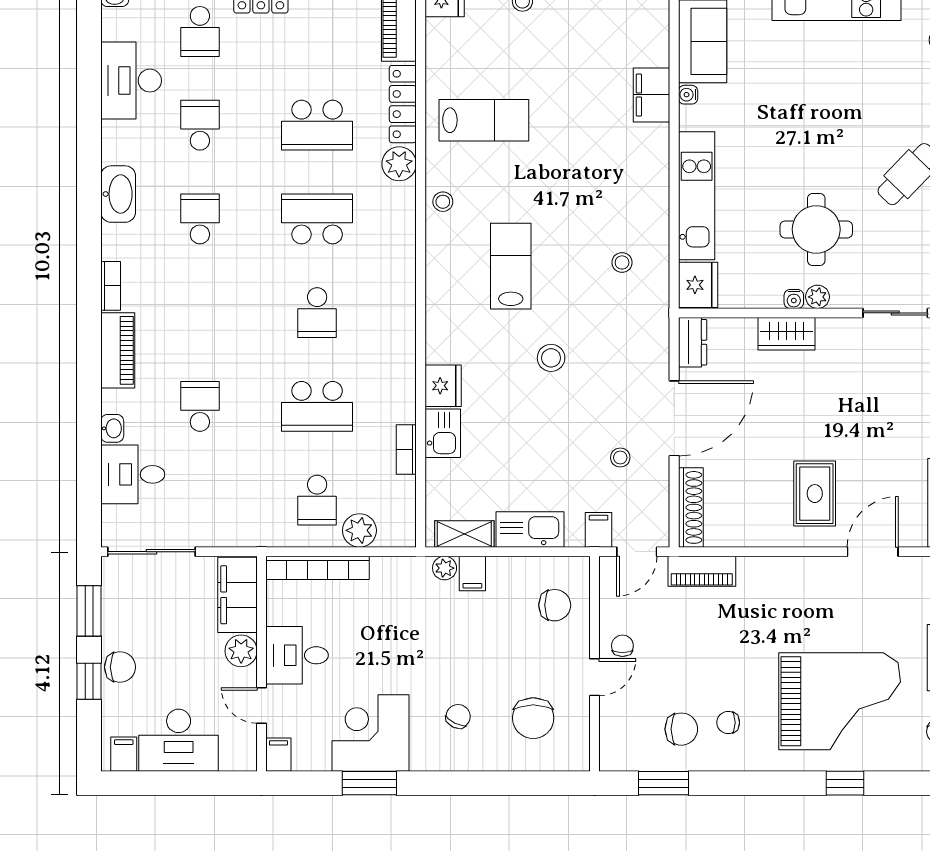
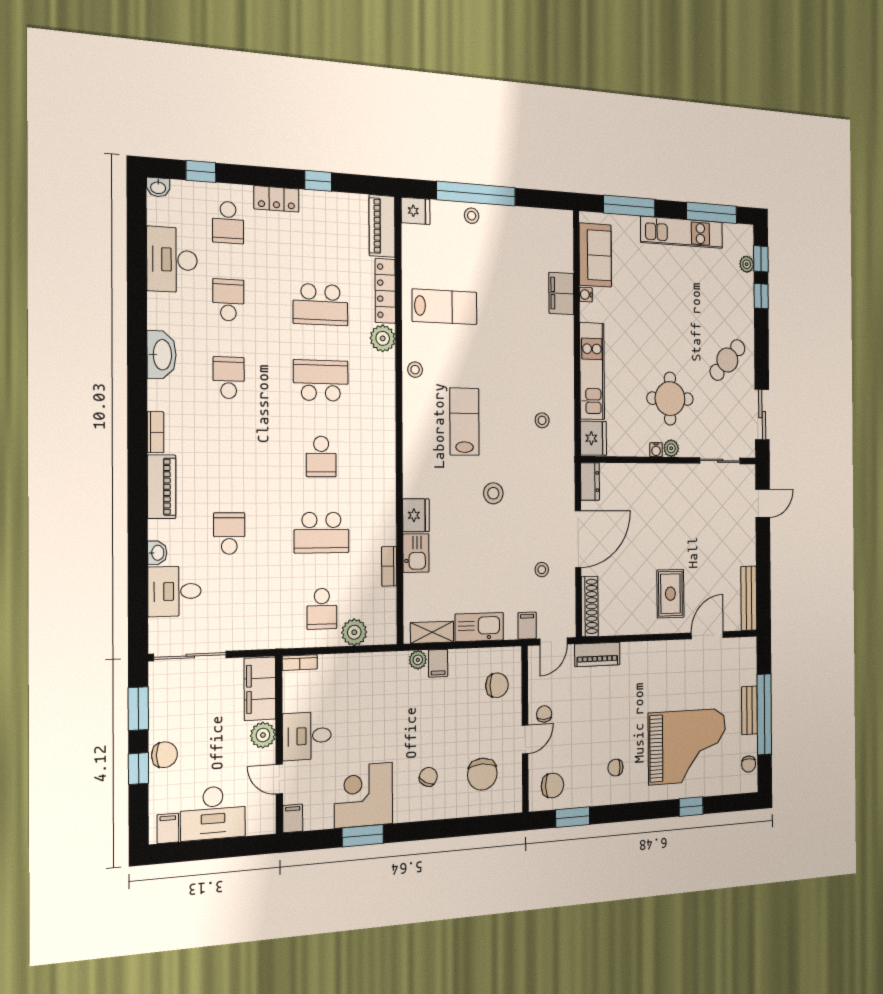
wardrobe: (787, 334) -> (652, 475), removed
bookcase: (318, 568) -> (300, 663), width x0.43, depth x0.76
chair: (681, 729) -> (552, 785), moved

